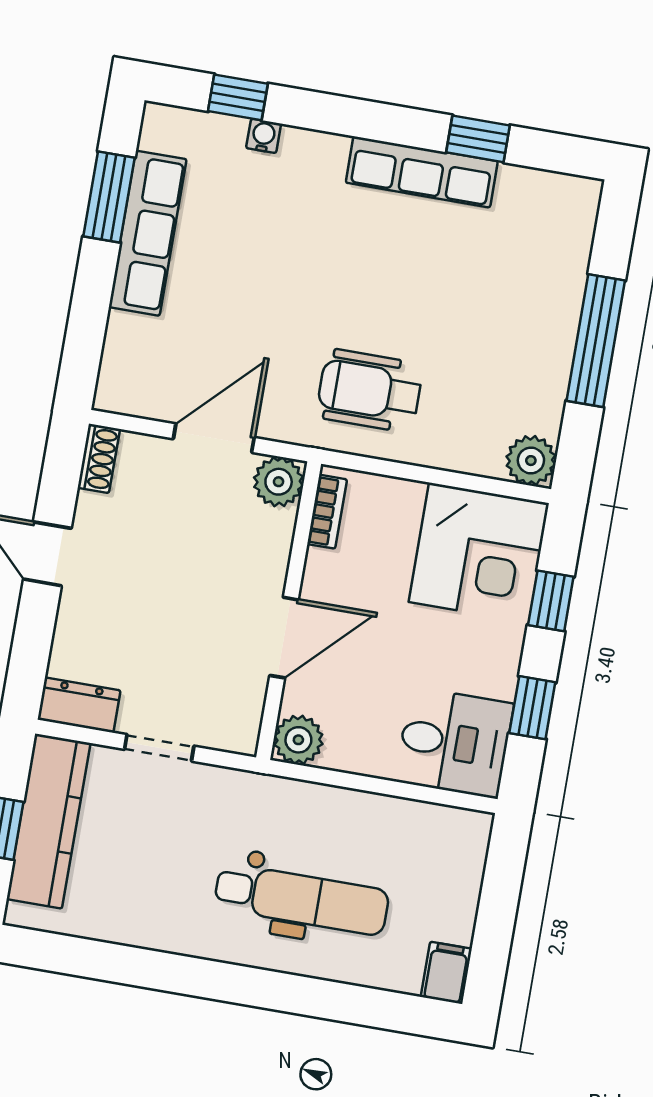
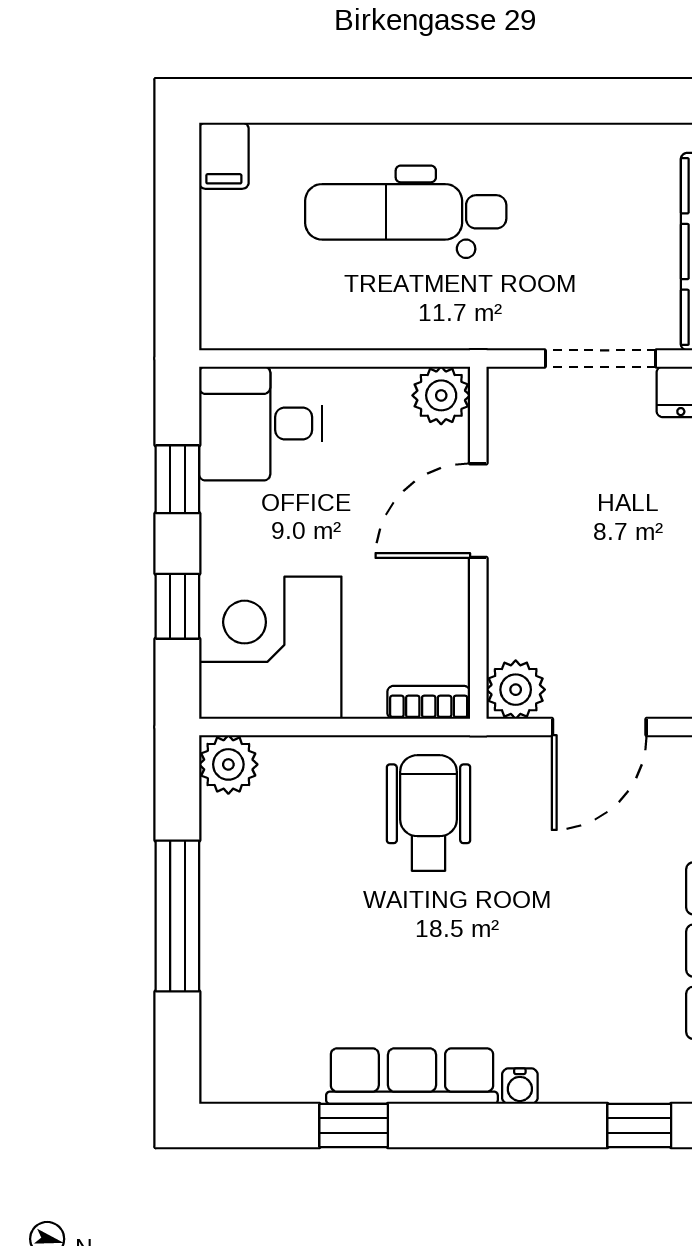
water cooler: (264, 136) -> (520, 1086), moved
wheelchair: (370, 391) -> (429, 813), turned -90
bookcase: (327, 512) -> (429, 702), moved, turned 90
doorway: (159, 748) -> (600, 358), width x1.38

